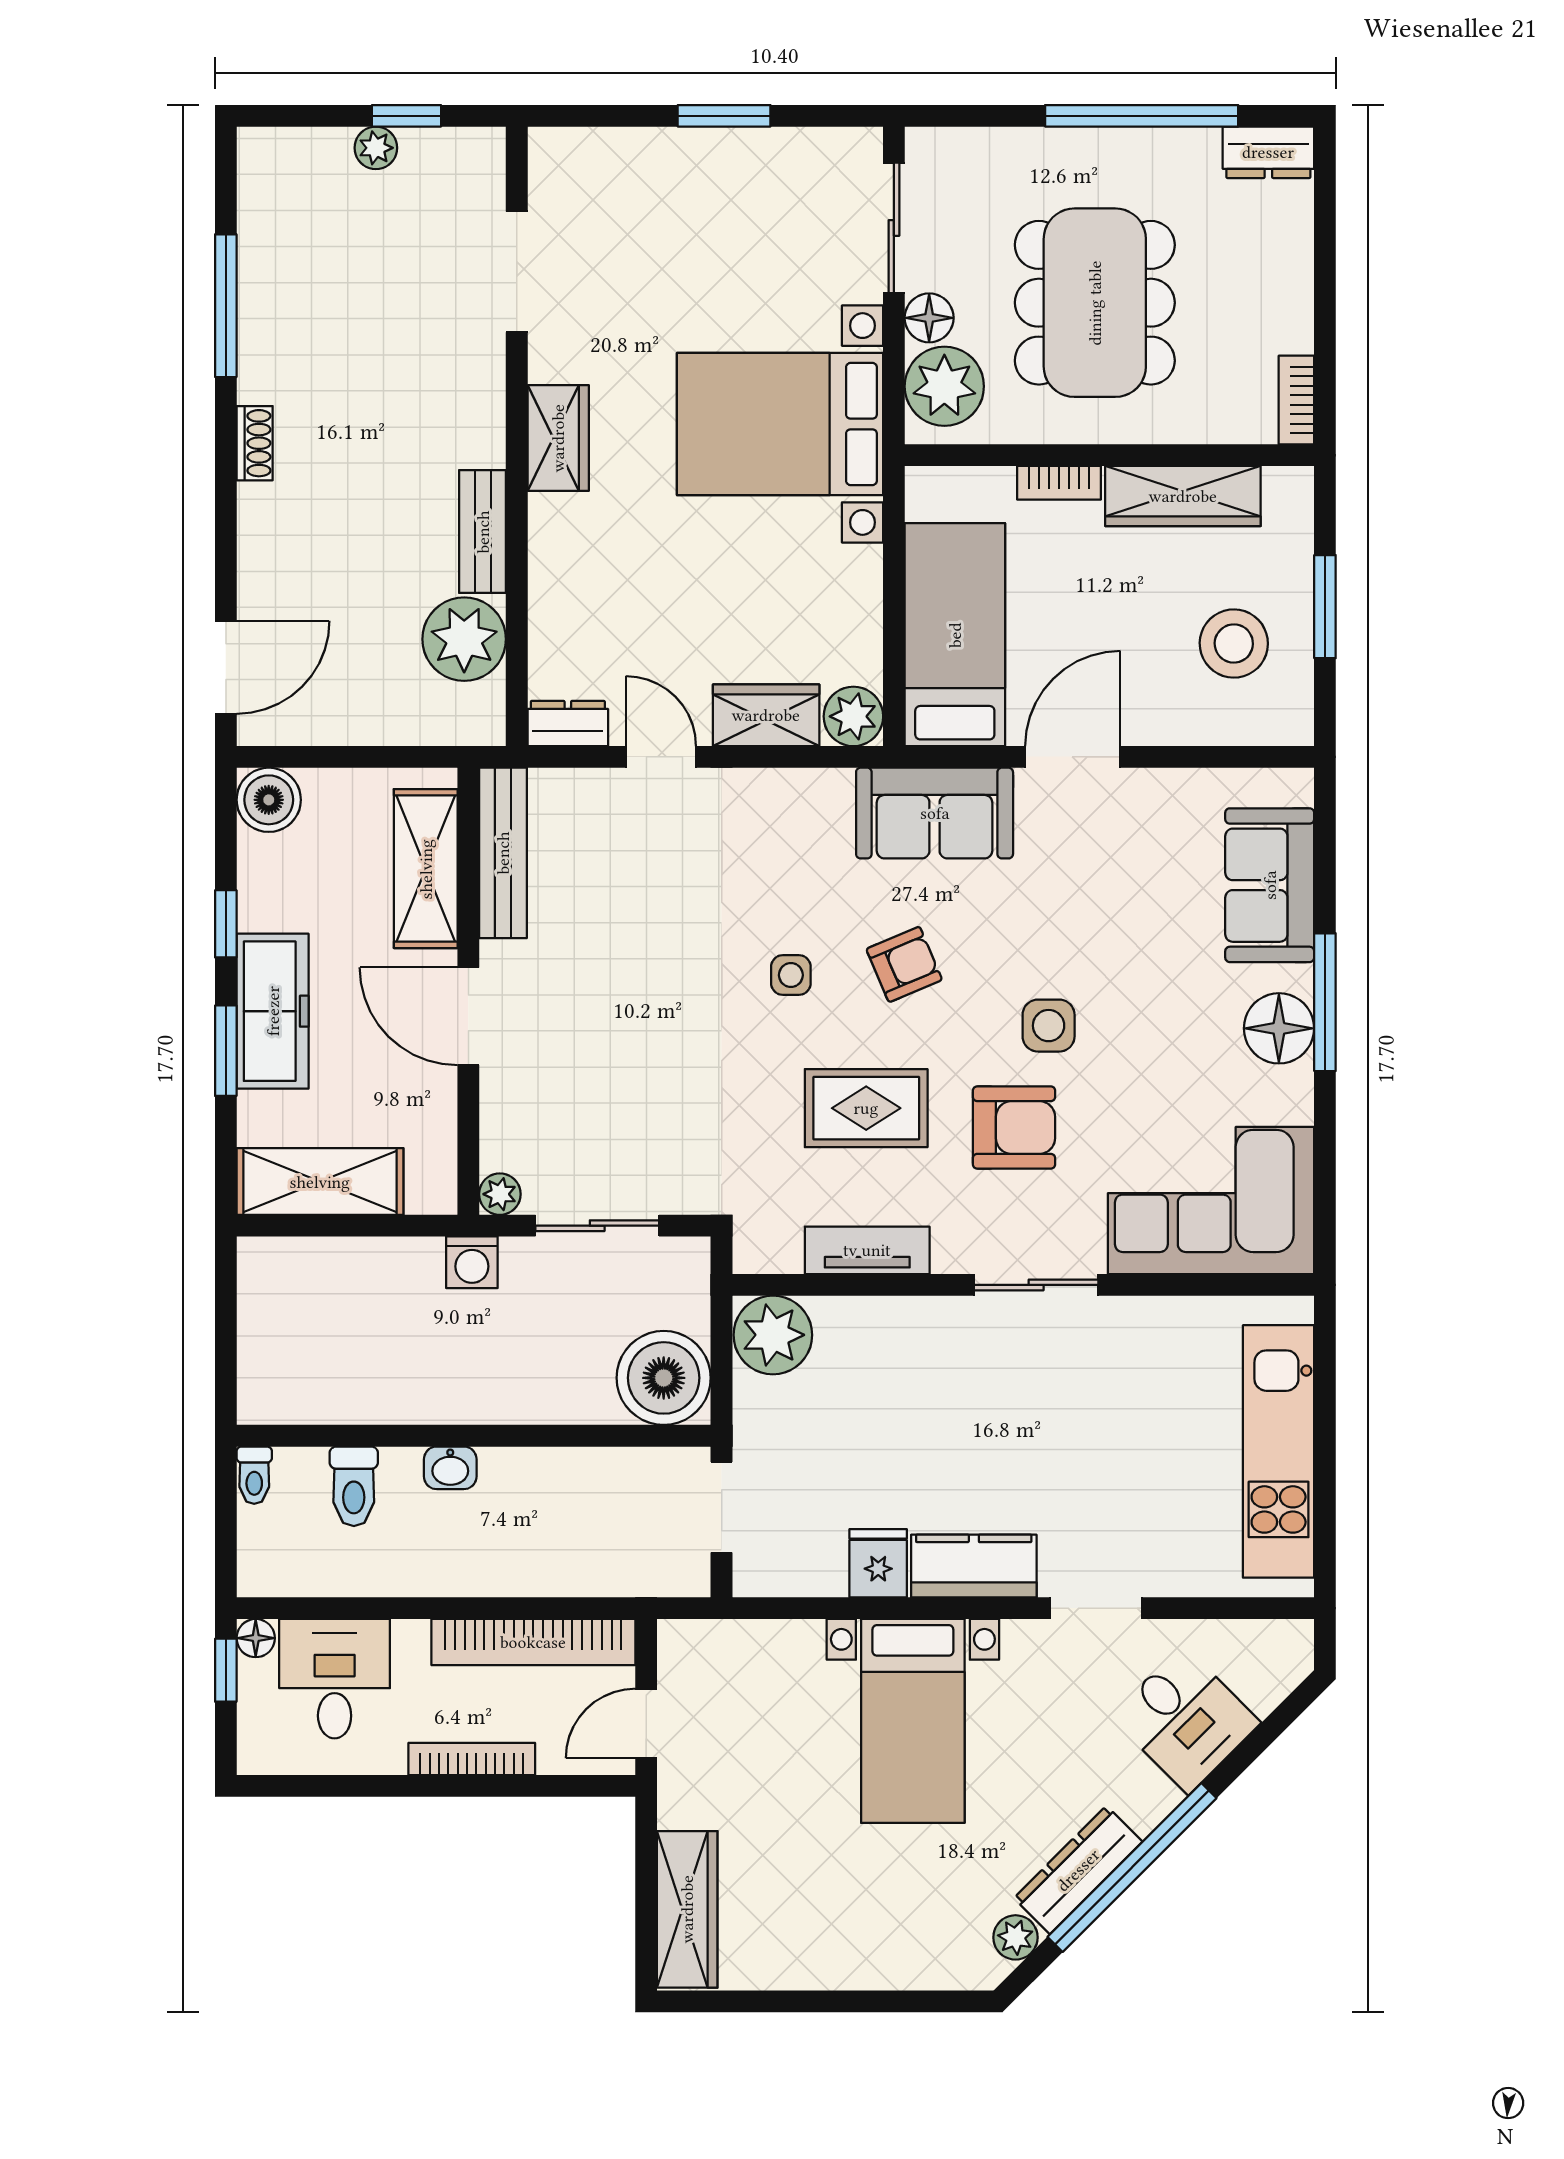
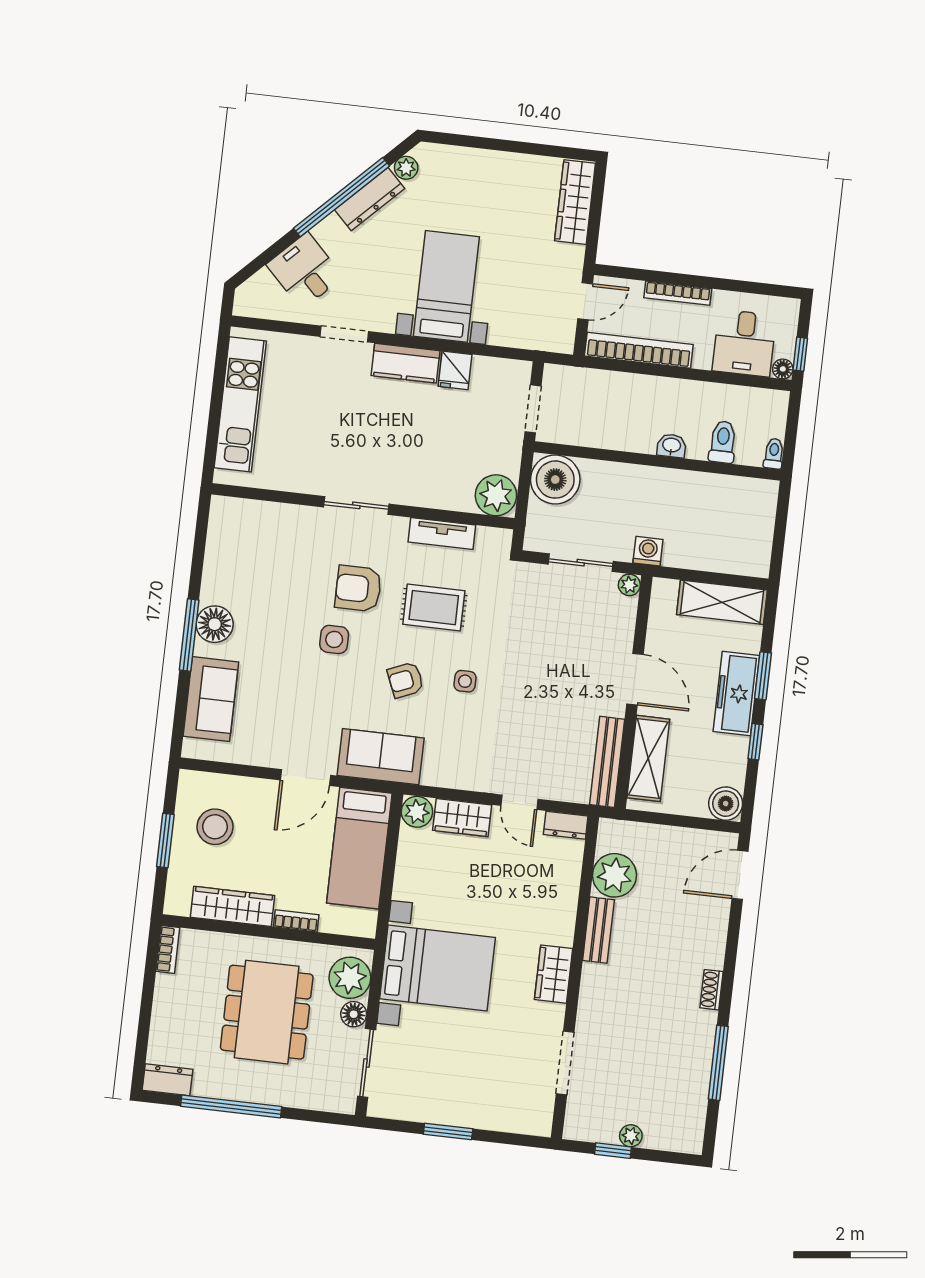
corner sofa: (1211, 1201) -> (260, 539), removed

